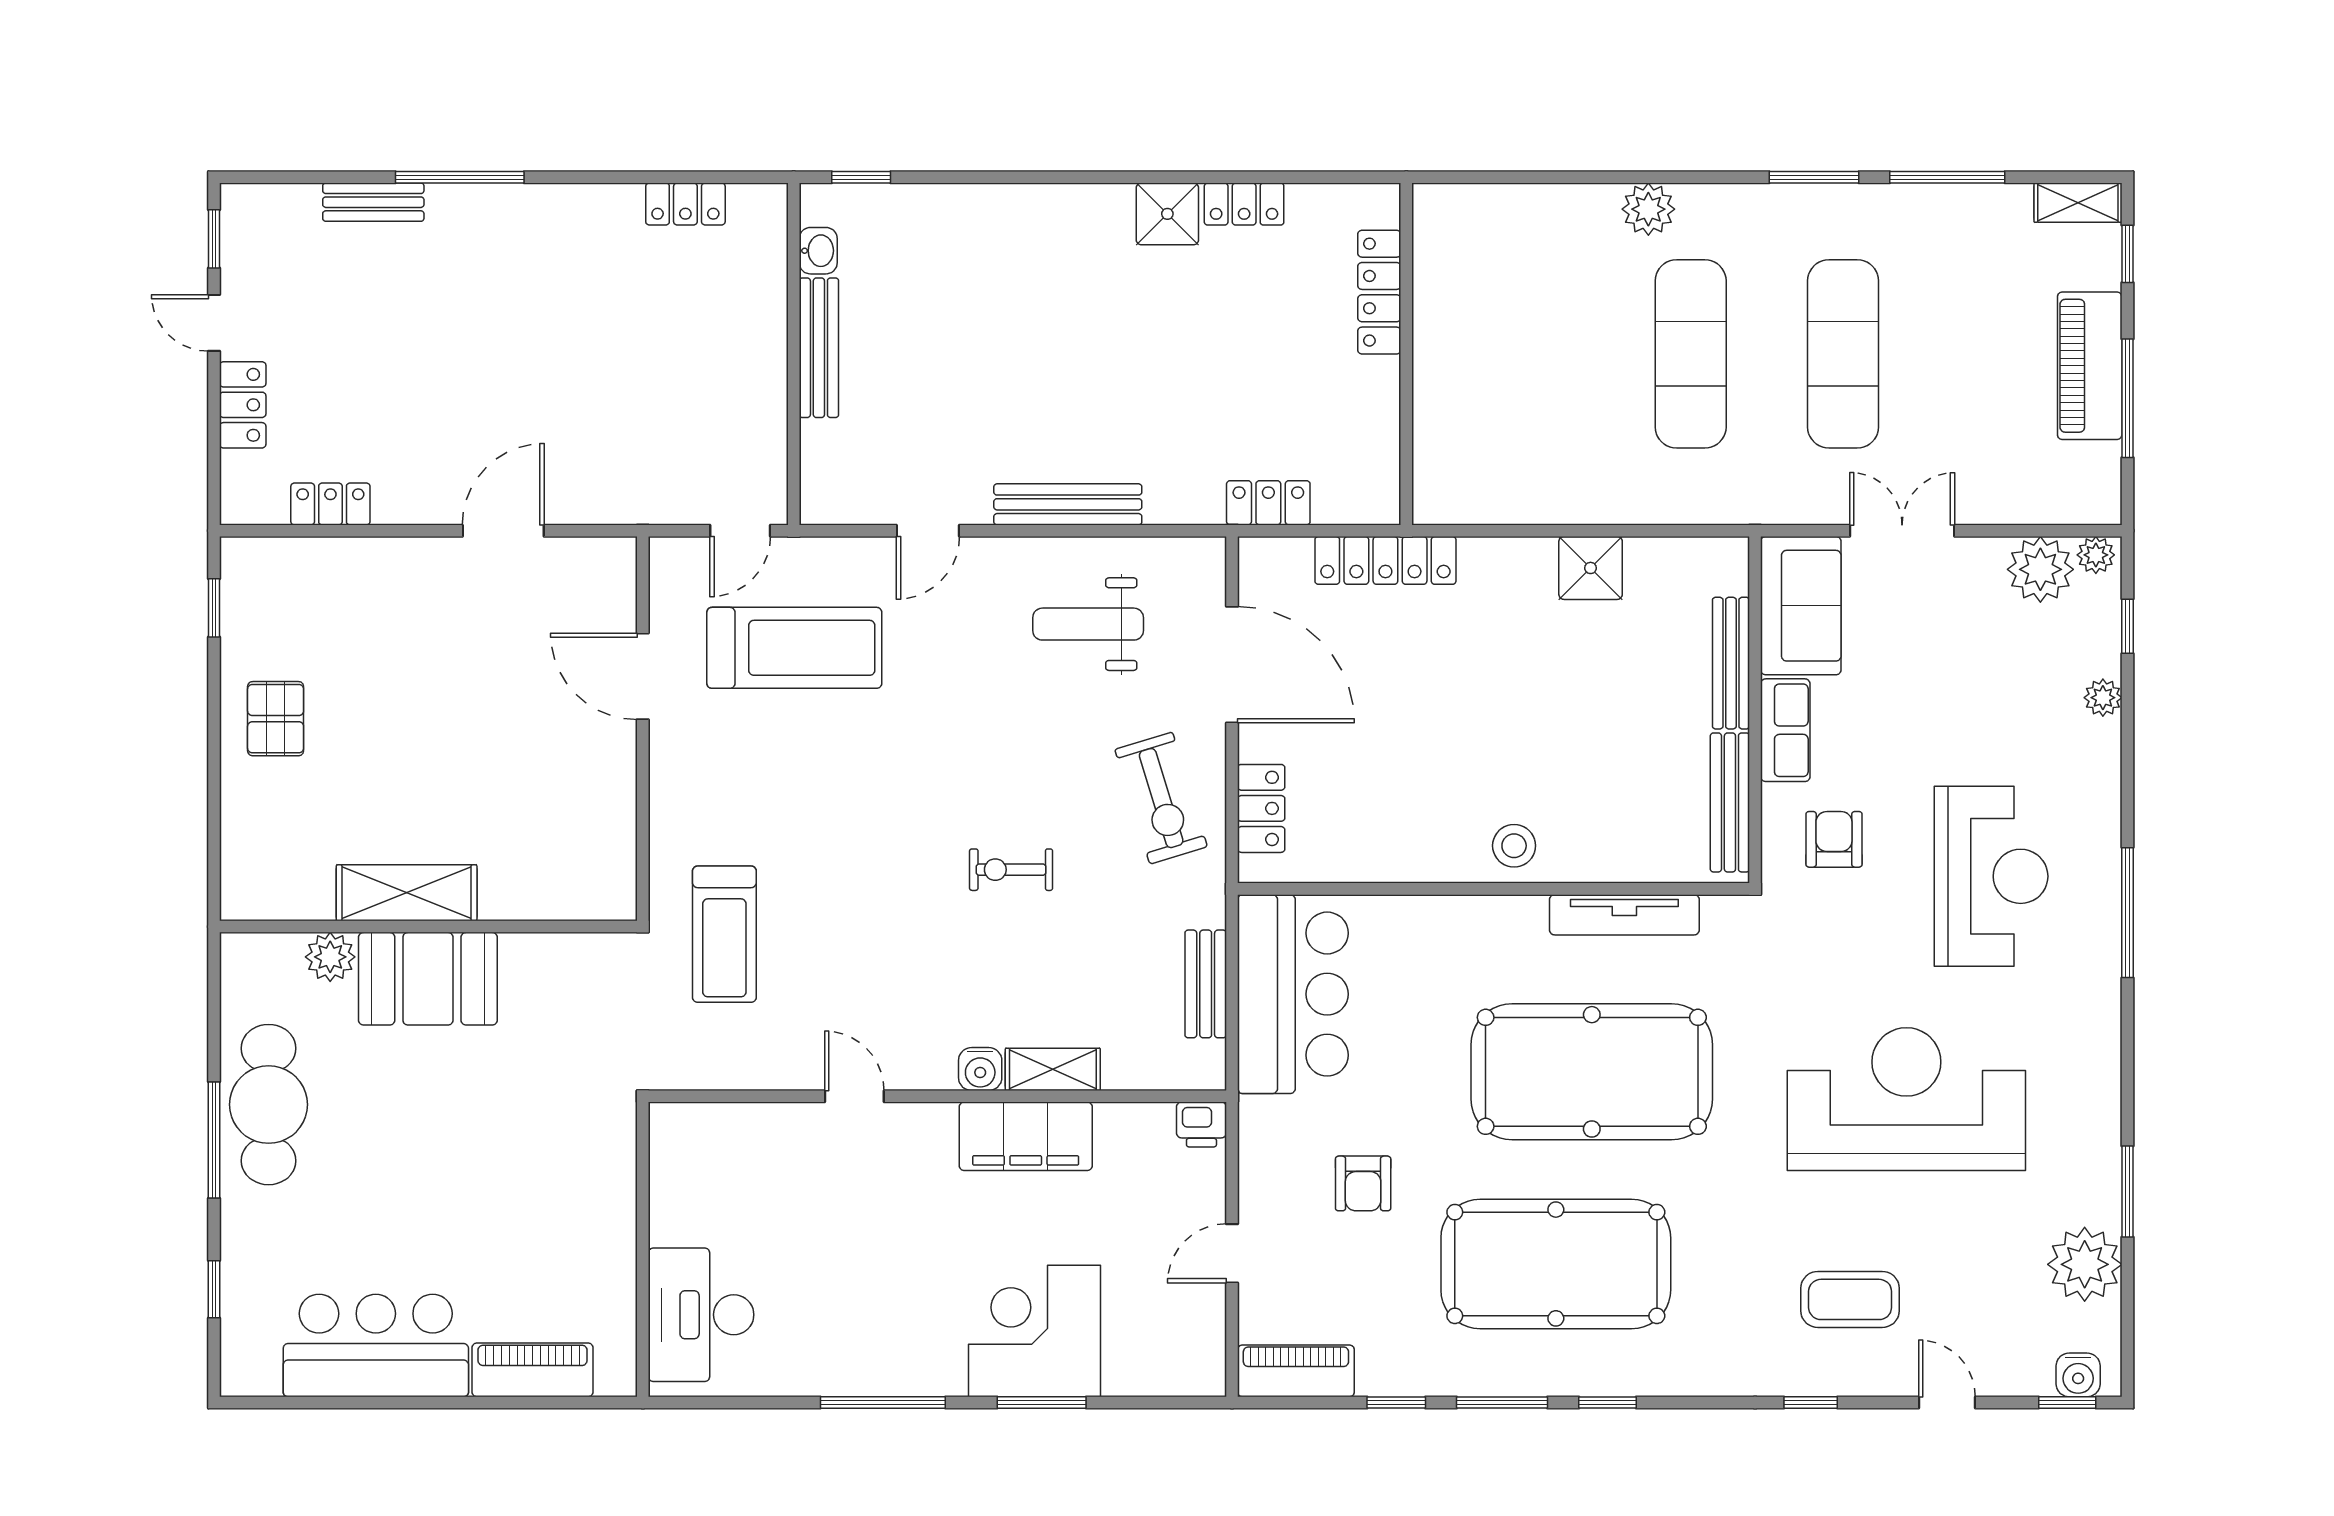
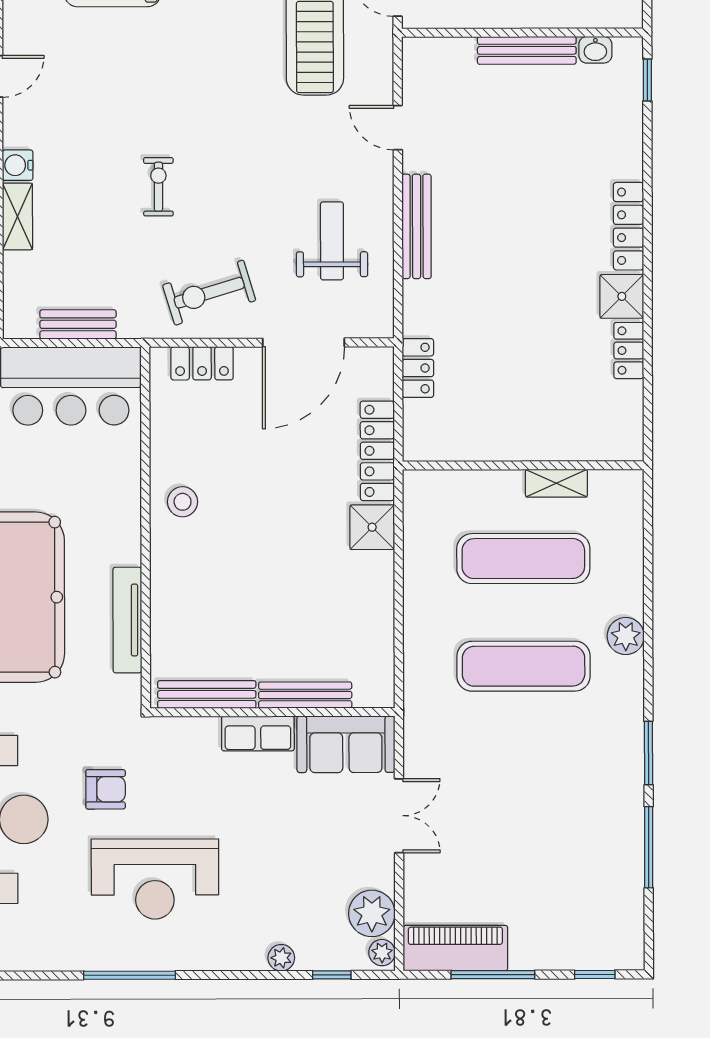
shelving: (2078, 203) -> (556, 483), moved, turned 90
locker: (1379, 292) -> (628, 226), moved, turned -90
exercise mat: (1843, 354) -> (523, 559), moved
piano: (2090, 366) -> (455, 948), moved
shower: (1591, 568) -> (372, 527), moved
armchair: (1834, 839) -> (106, 789), moved
stool: (1514, 846) -> (183, 502), moved

